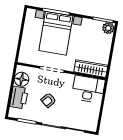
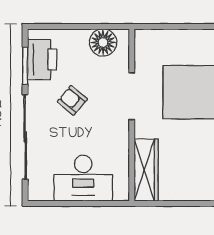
desk: (88, 89) -> (83, 178), moved, turned 90
printer: (19, 98) -> (42, 60), moved, turned -90

